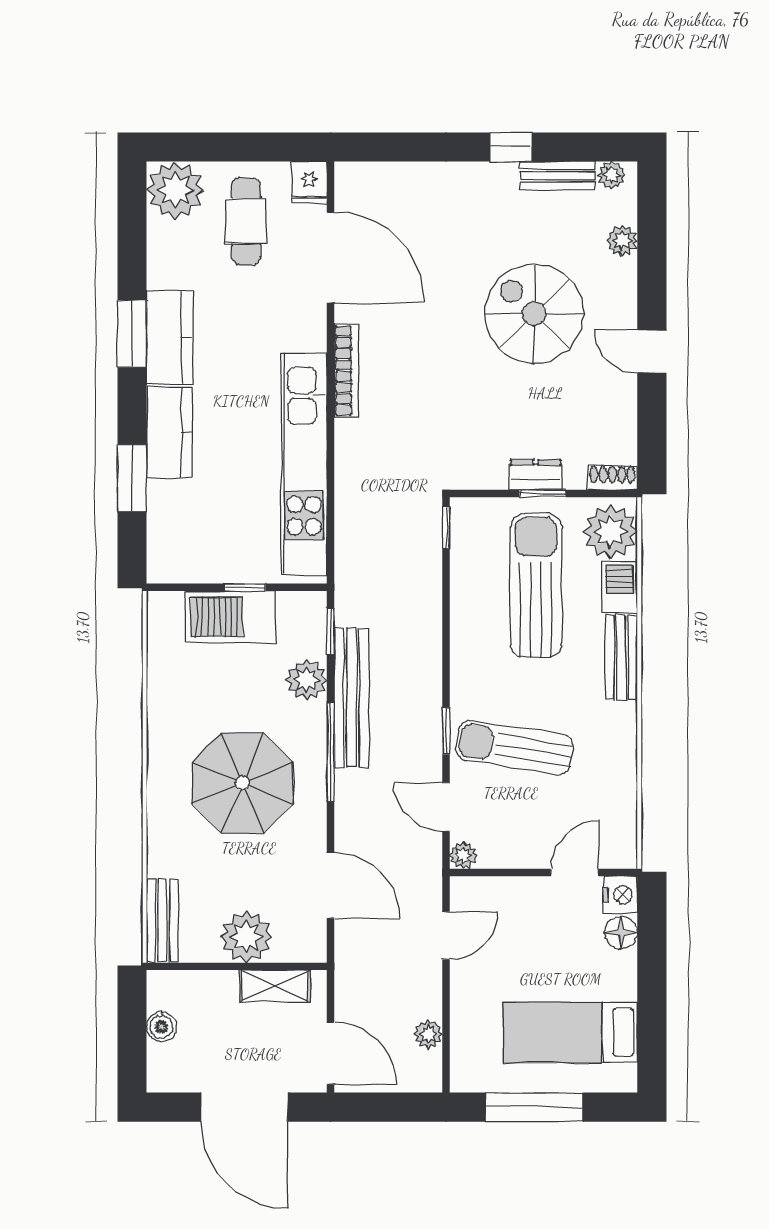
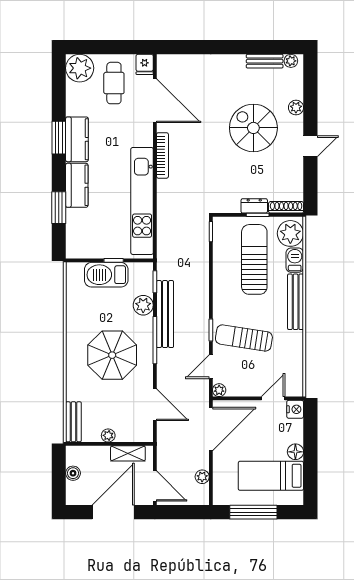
window: (511, 147) -> (242, 47), removed
plant: (622, 241) -> (296, 108), moved
door: (652, 351) -> (310, 146), swing flipped
shoe rack: (612, 478) -> (286, 207), width x1.43
bench: (621, 657) -> (296, 302), width x1.36
door: (446, 807) -> (211, 367), hinge flipped
floor lamp: (621, 933) -> (295, 452), moved
door: (446, 936) -> (211, 429), width x1.87
plant: (246, 937) -> (108, 435), width x0.53, depth x0.53
door: (245, 1107) -> (113, 512), swing flipped

